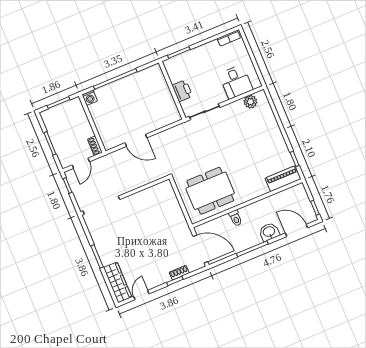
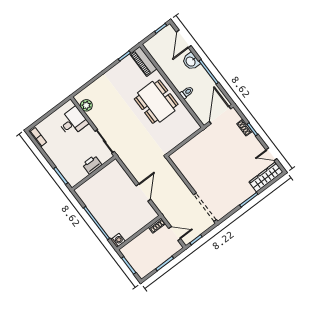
dining table: (210, 191) -> (156, 102), moved

